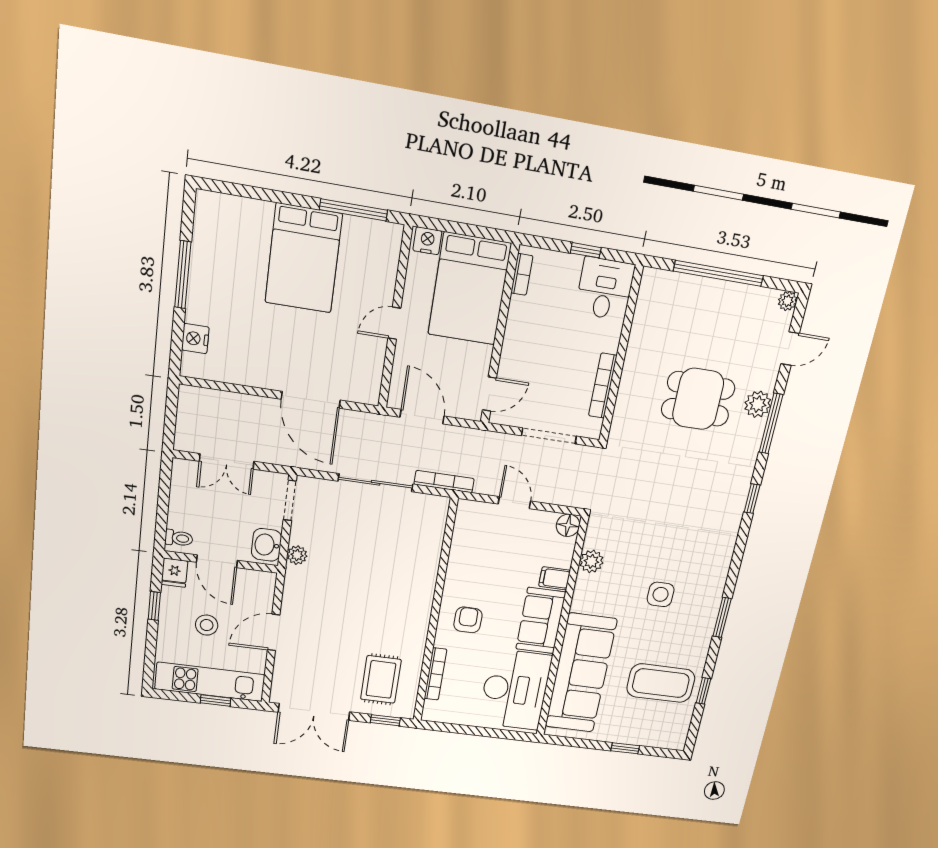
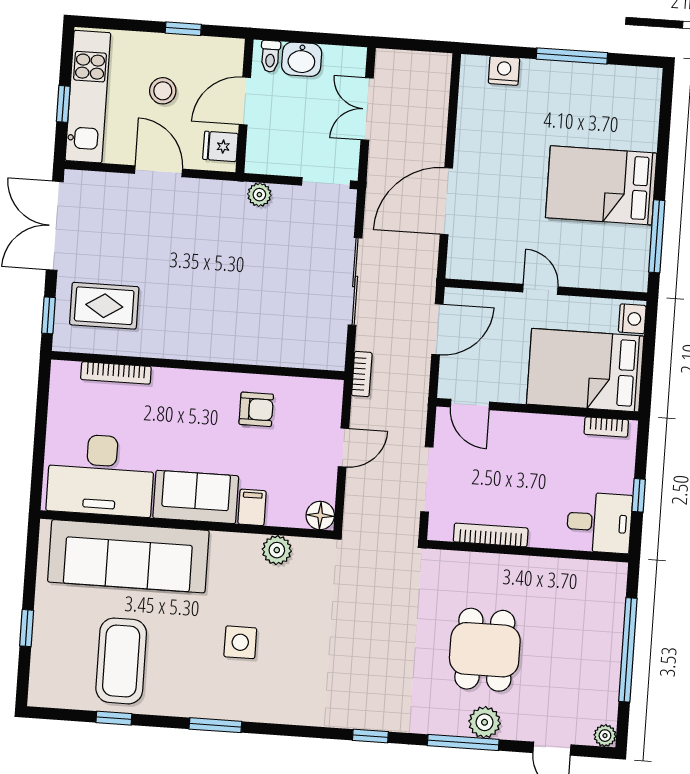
bookcase: (444, 482) -> (362, 374), width x0.64
washbasin: (266, 545) -> (302, 59), moved, turned 180
fridge: (174, 573) -> (220, 146), moved
armchair: (468, 620) -> (256, 409), moved

